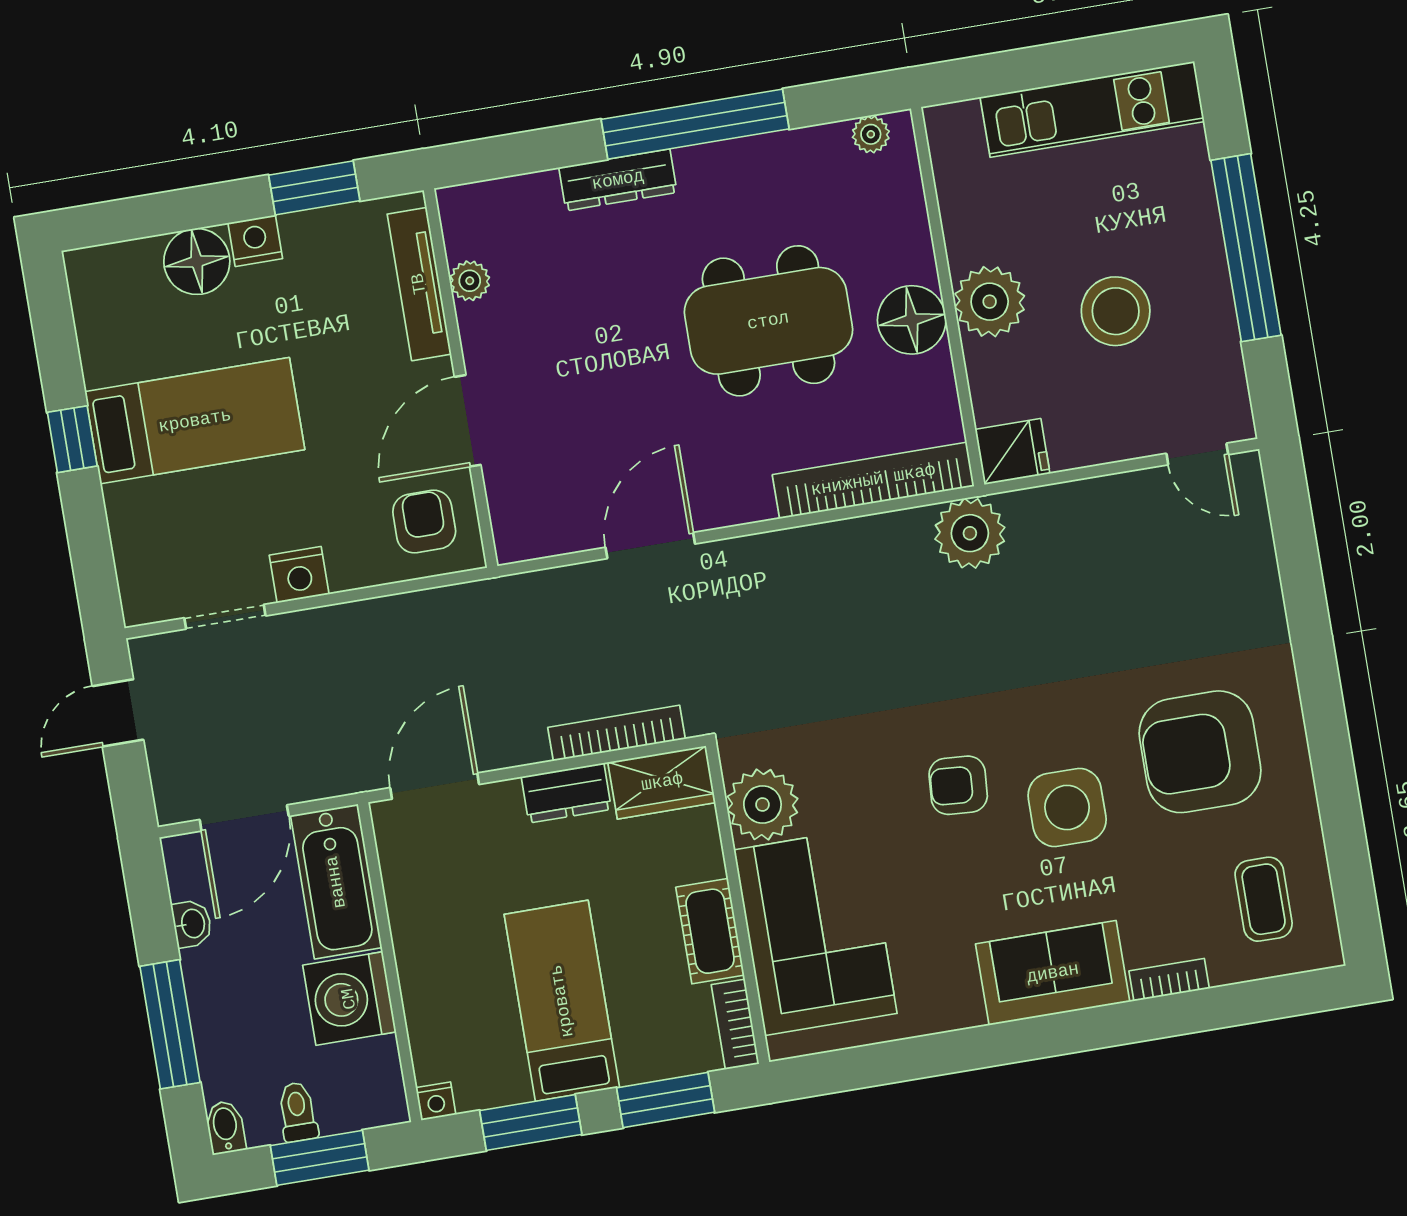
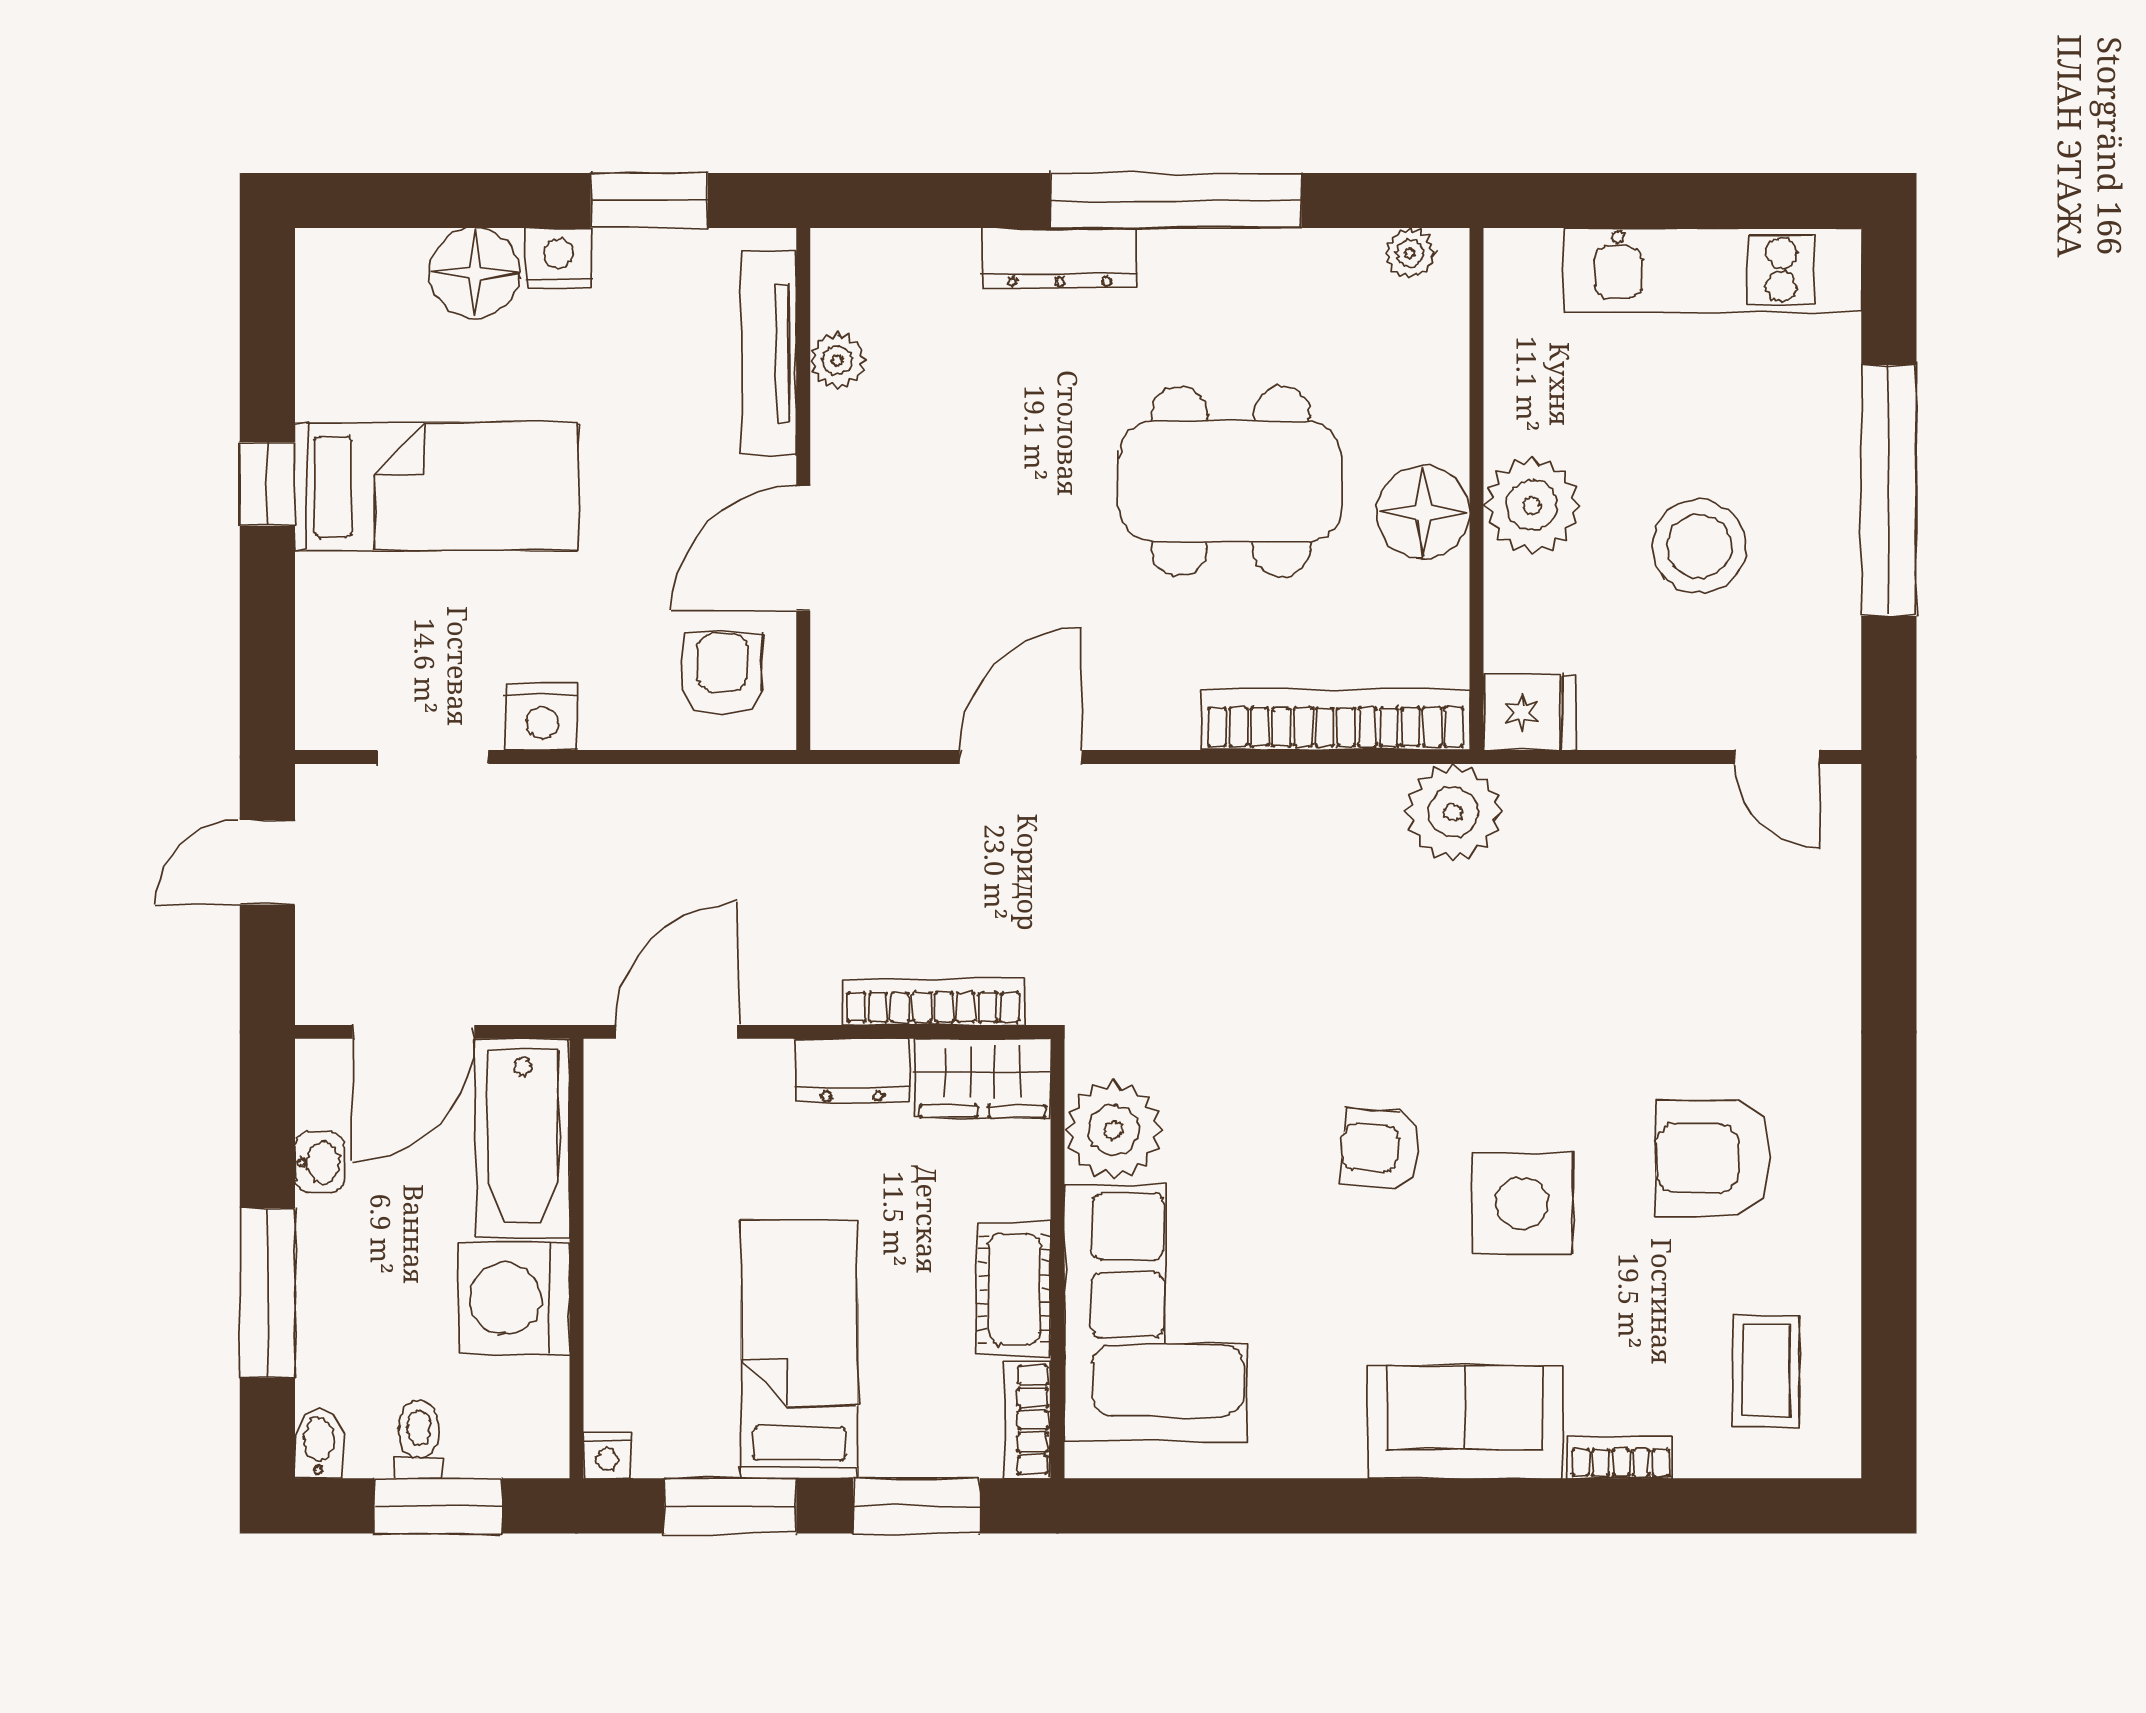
armchair: (1200, 752) -> (1714, 1158), width x0.73, depth x0.73

